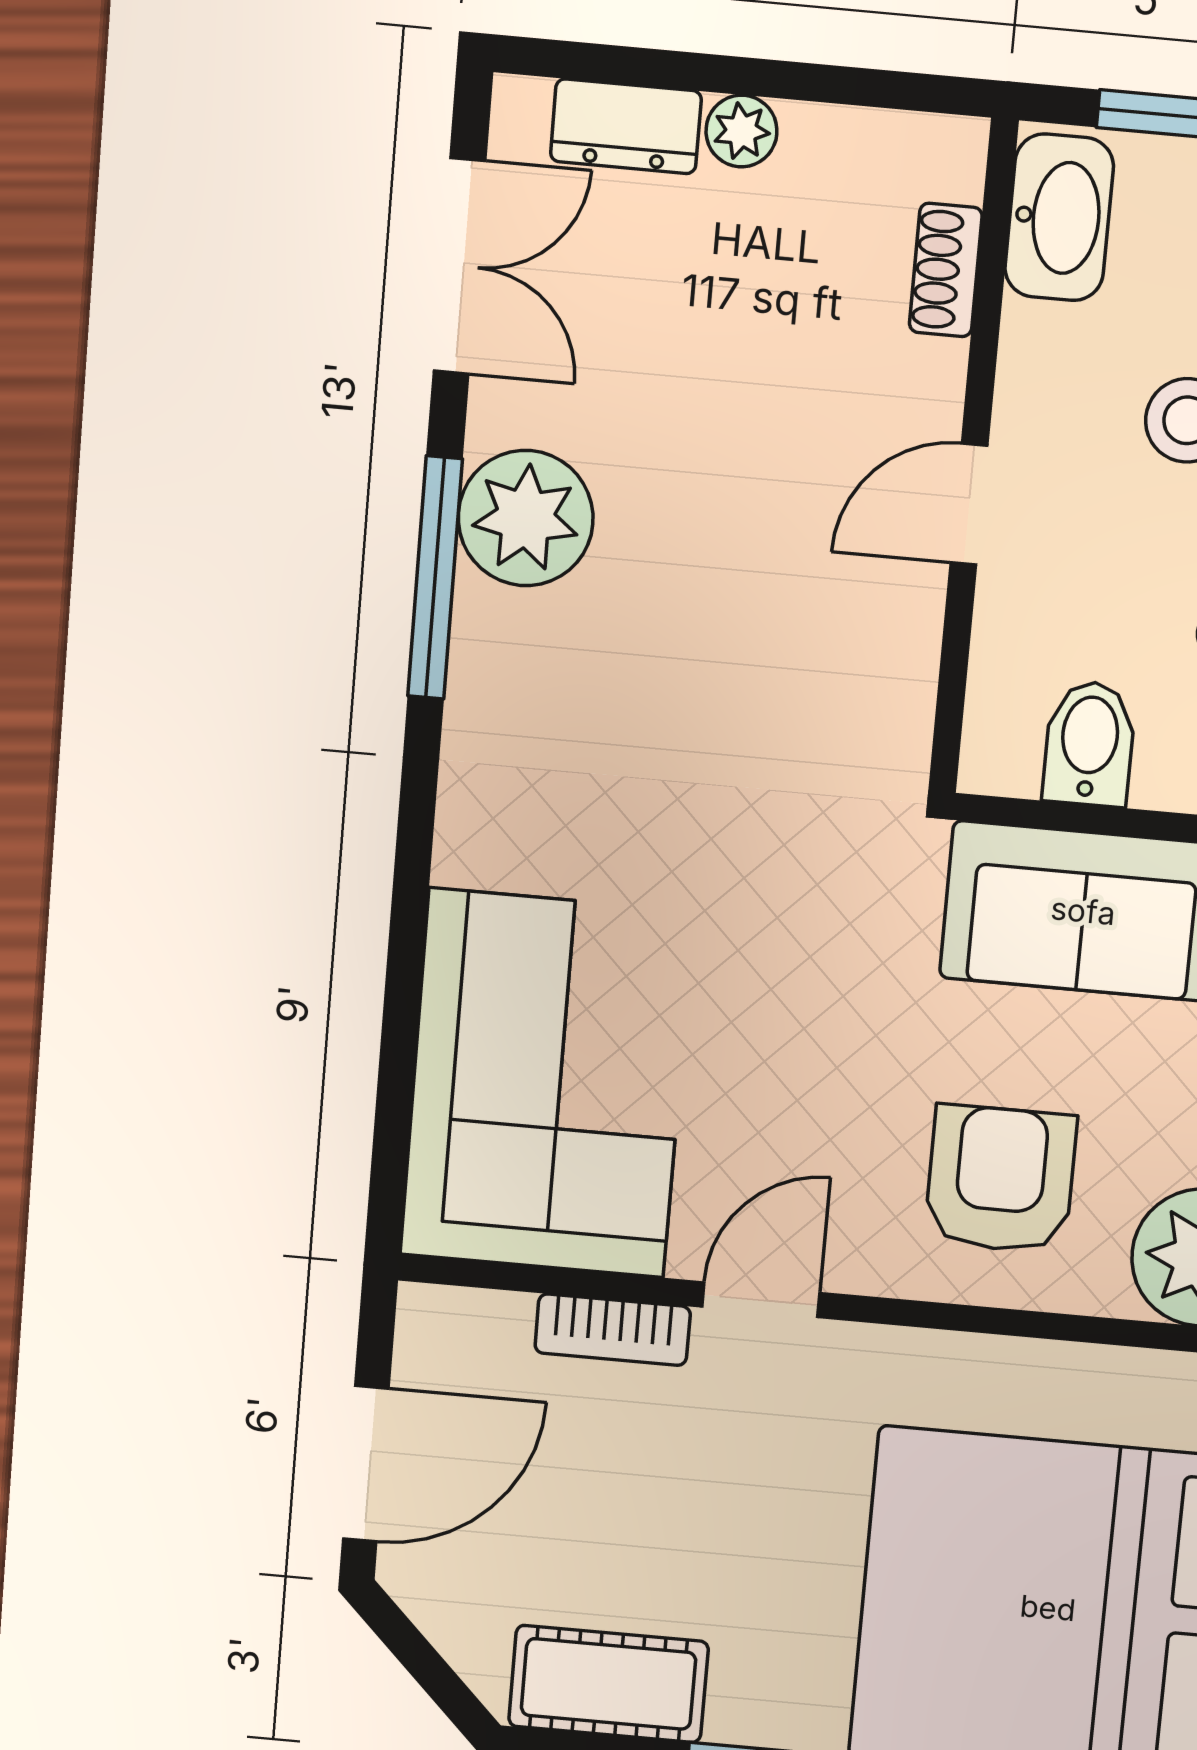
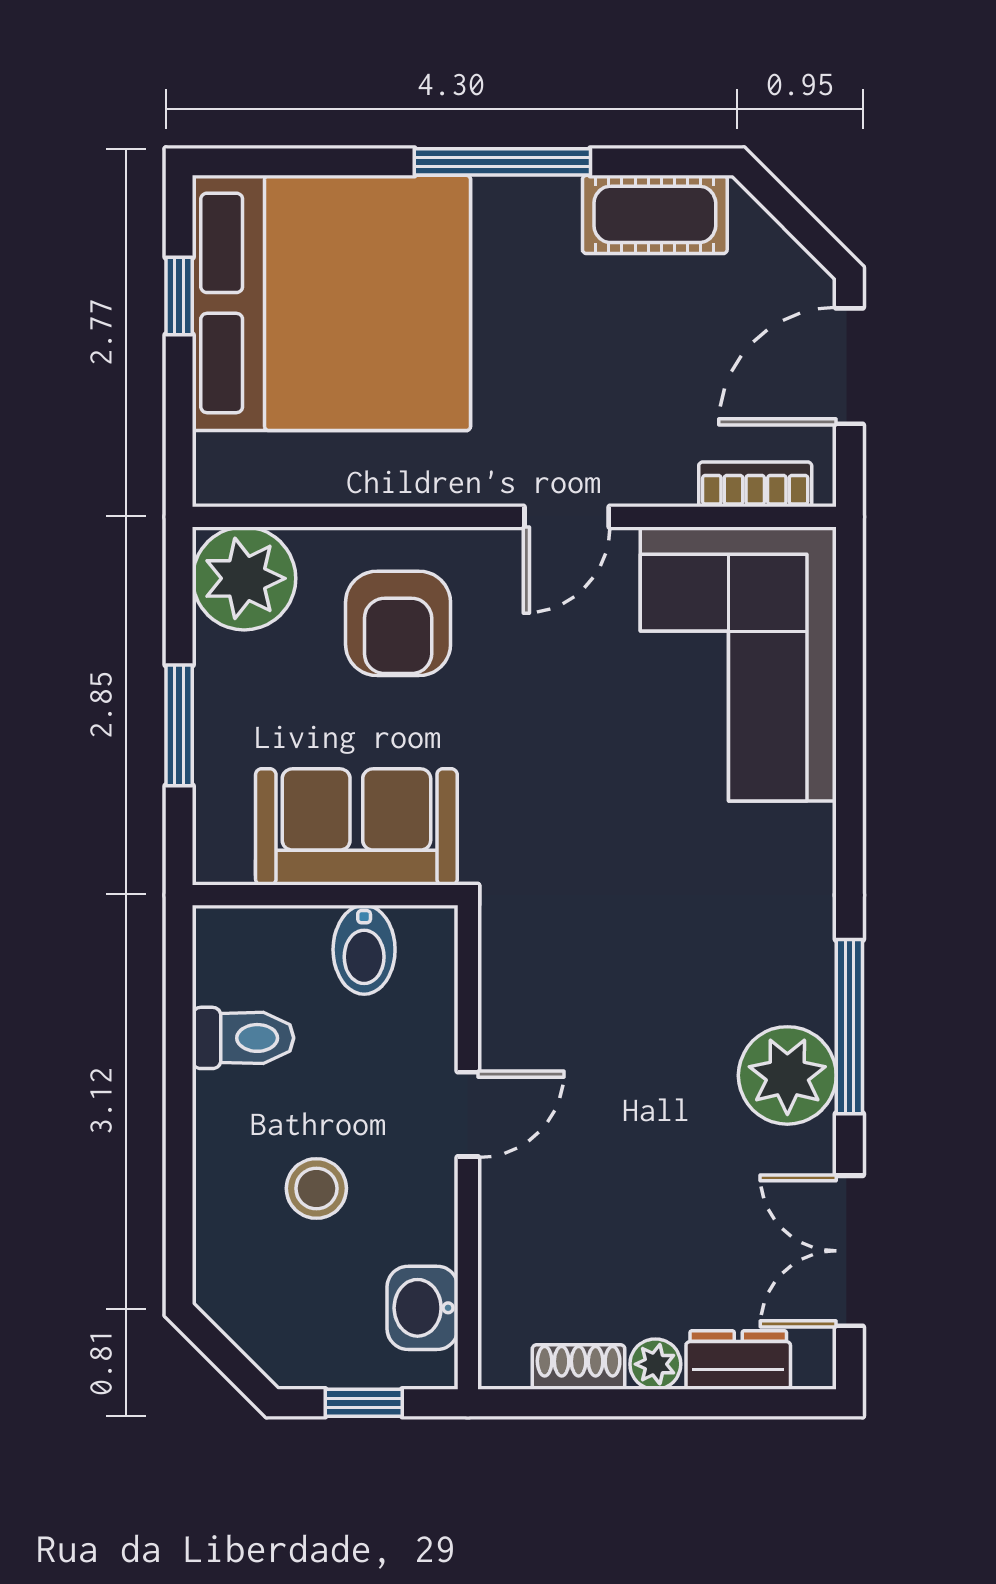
washbasin: (1059, 217) -> (423, 1308), width x0.72
shoe rack: (946, 270) -> (579, 1367), moved, turned -90
bookcase: (613, 1330) -> (755, 484), moved

